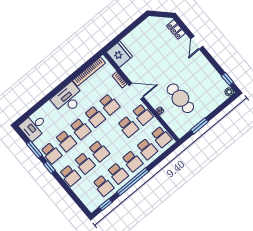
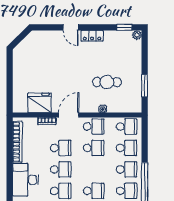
locker: (176, 29) -> (92, 36), moved
fridge: (119, 54) -> (40, 103), moved
cafe table: (180, 98) -> (107, 82), width x0.73, depth x0.74

